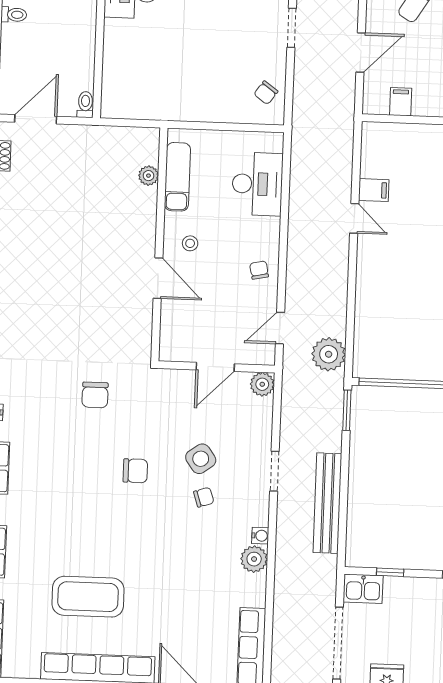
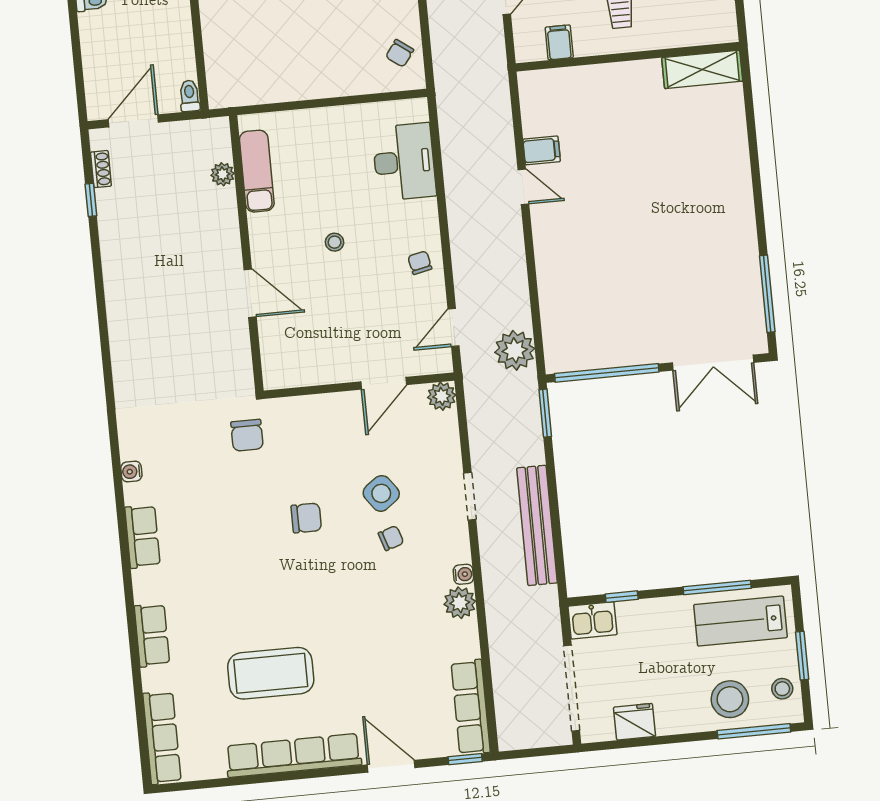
plant: (148, 176) -> (223, 174), moved
exam couch: (177, 177) -> (257, 171), moved
wall: (159, 244) -> (246, 253), moved
door: (158, 278) -> (250, 293), moved

